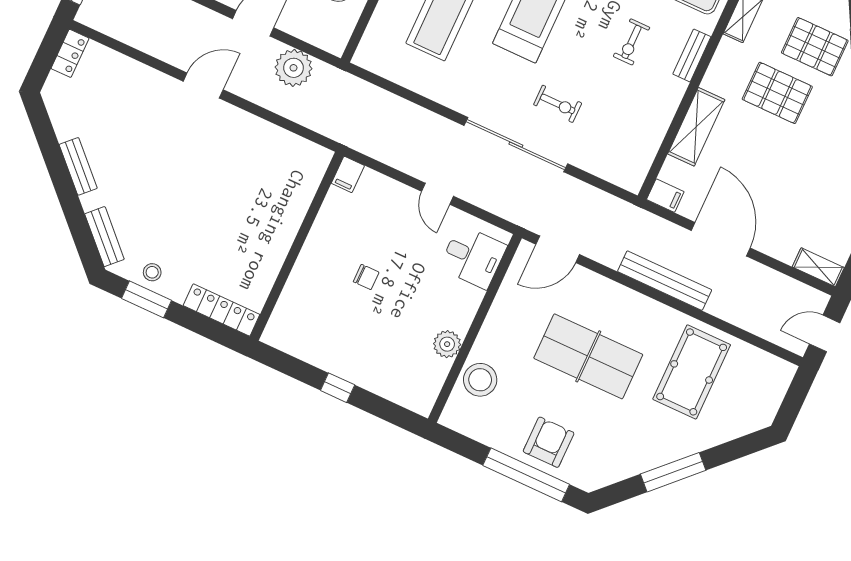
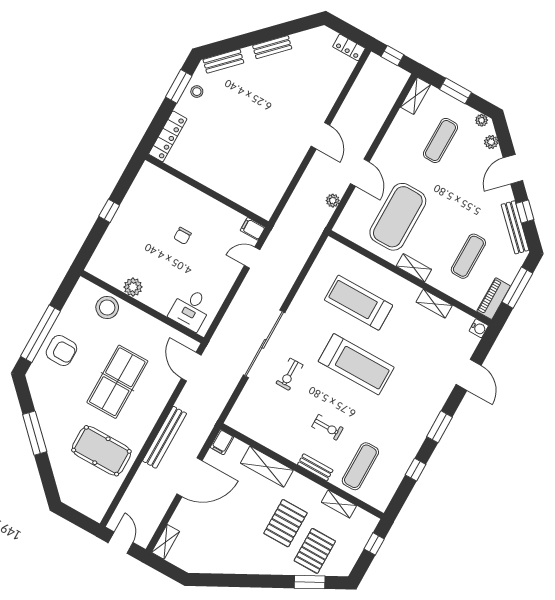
exercise bike: (632, 42) -> (327, 427), turned 180
plant: (294, 68) -> (333, 201), width x0.53, depth x0.53
door: (438, 194) -> (252, 258), moved

